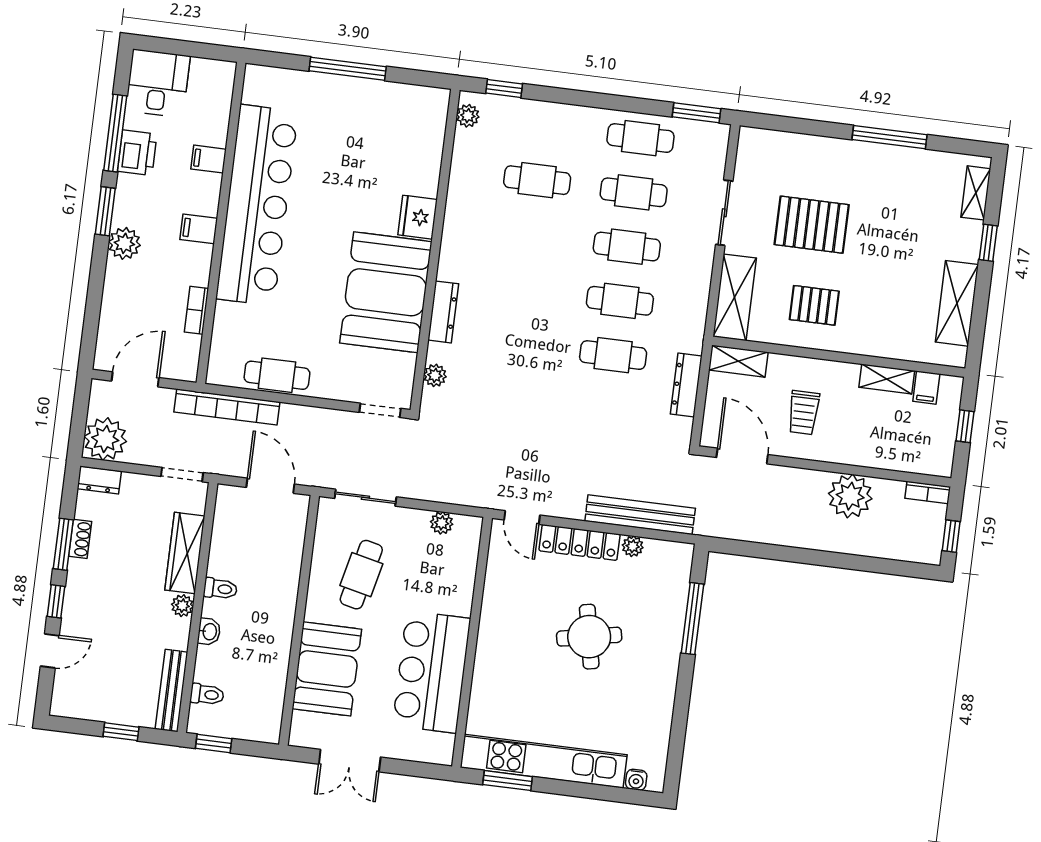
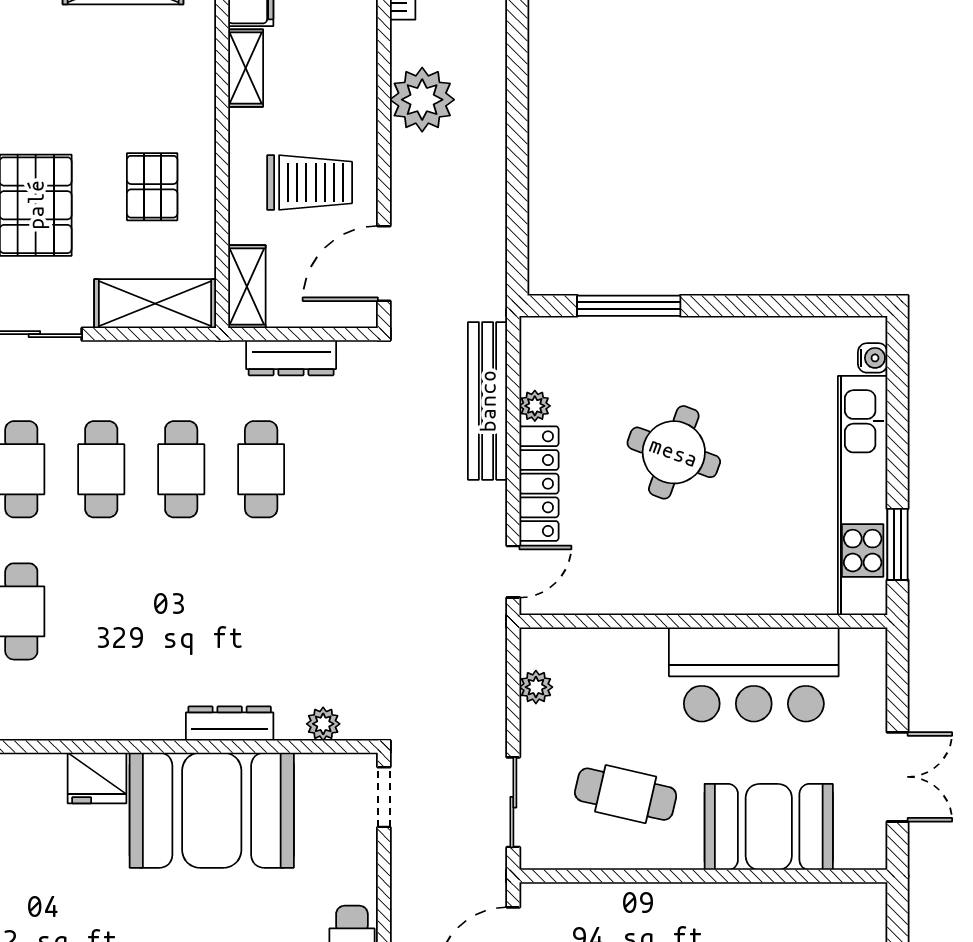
trolley: (804, 413) -> (310, 182), width x1.36, depth x1.39
round table: (589, 637) -> (674, 452), turned 31

